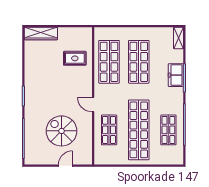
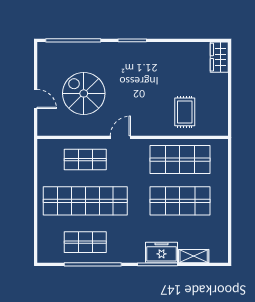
wardrobe: (41, 34) -> (219, 57), width x0.67
shelving: (178, 38) -> (194, 256), moved
spiral stairs: (61, 131) -> (84, 93), turned -90

